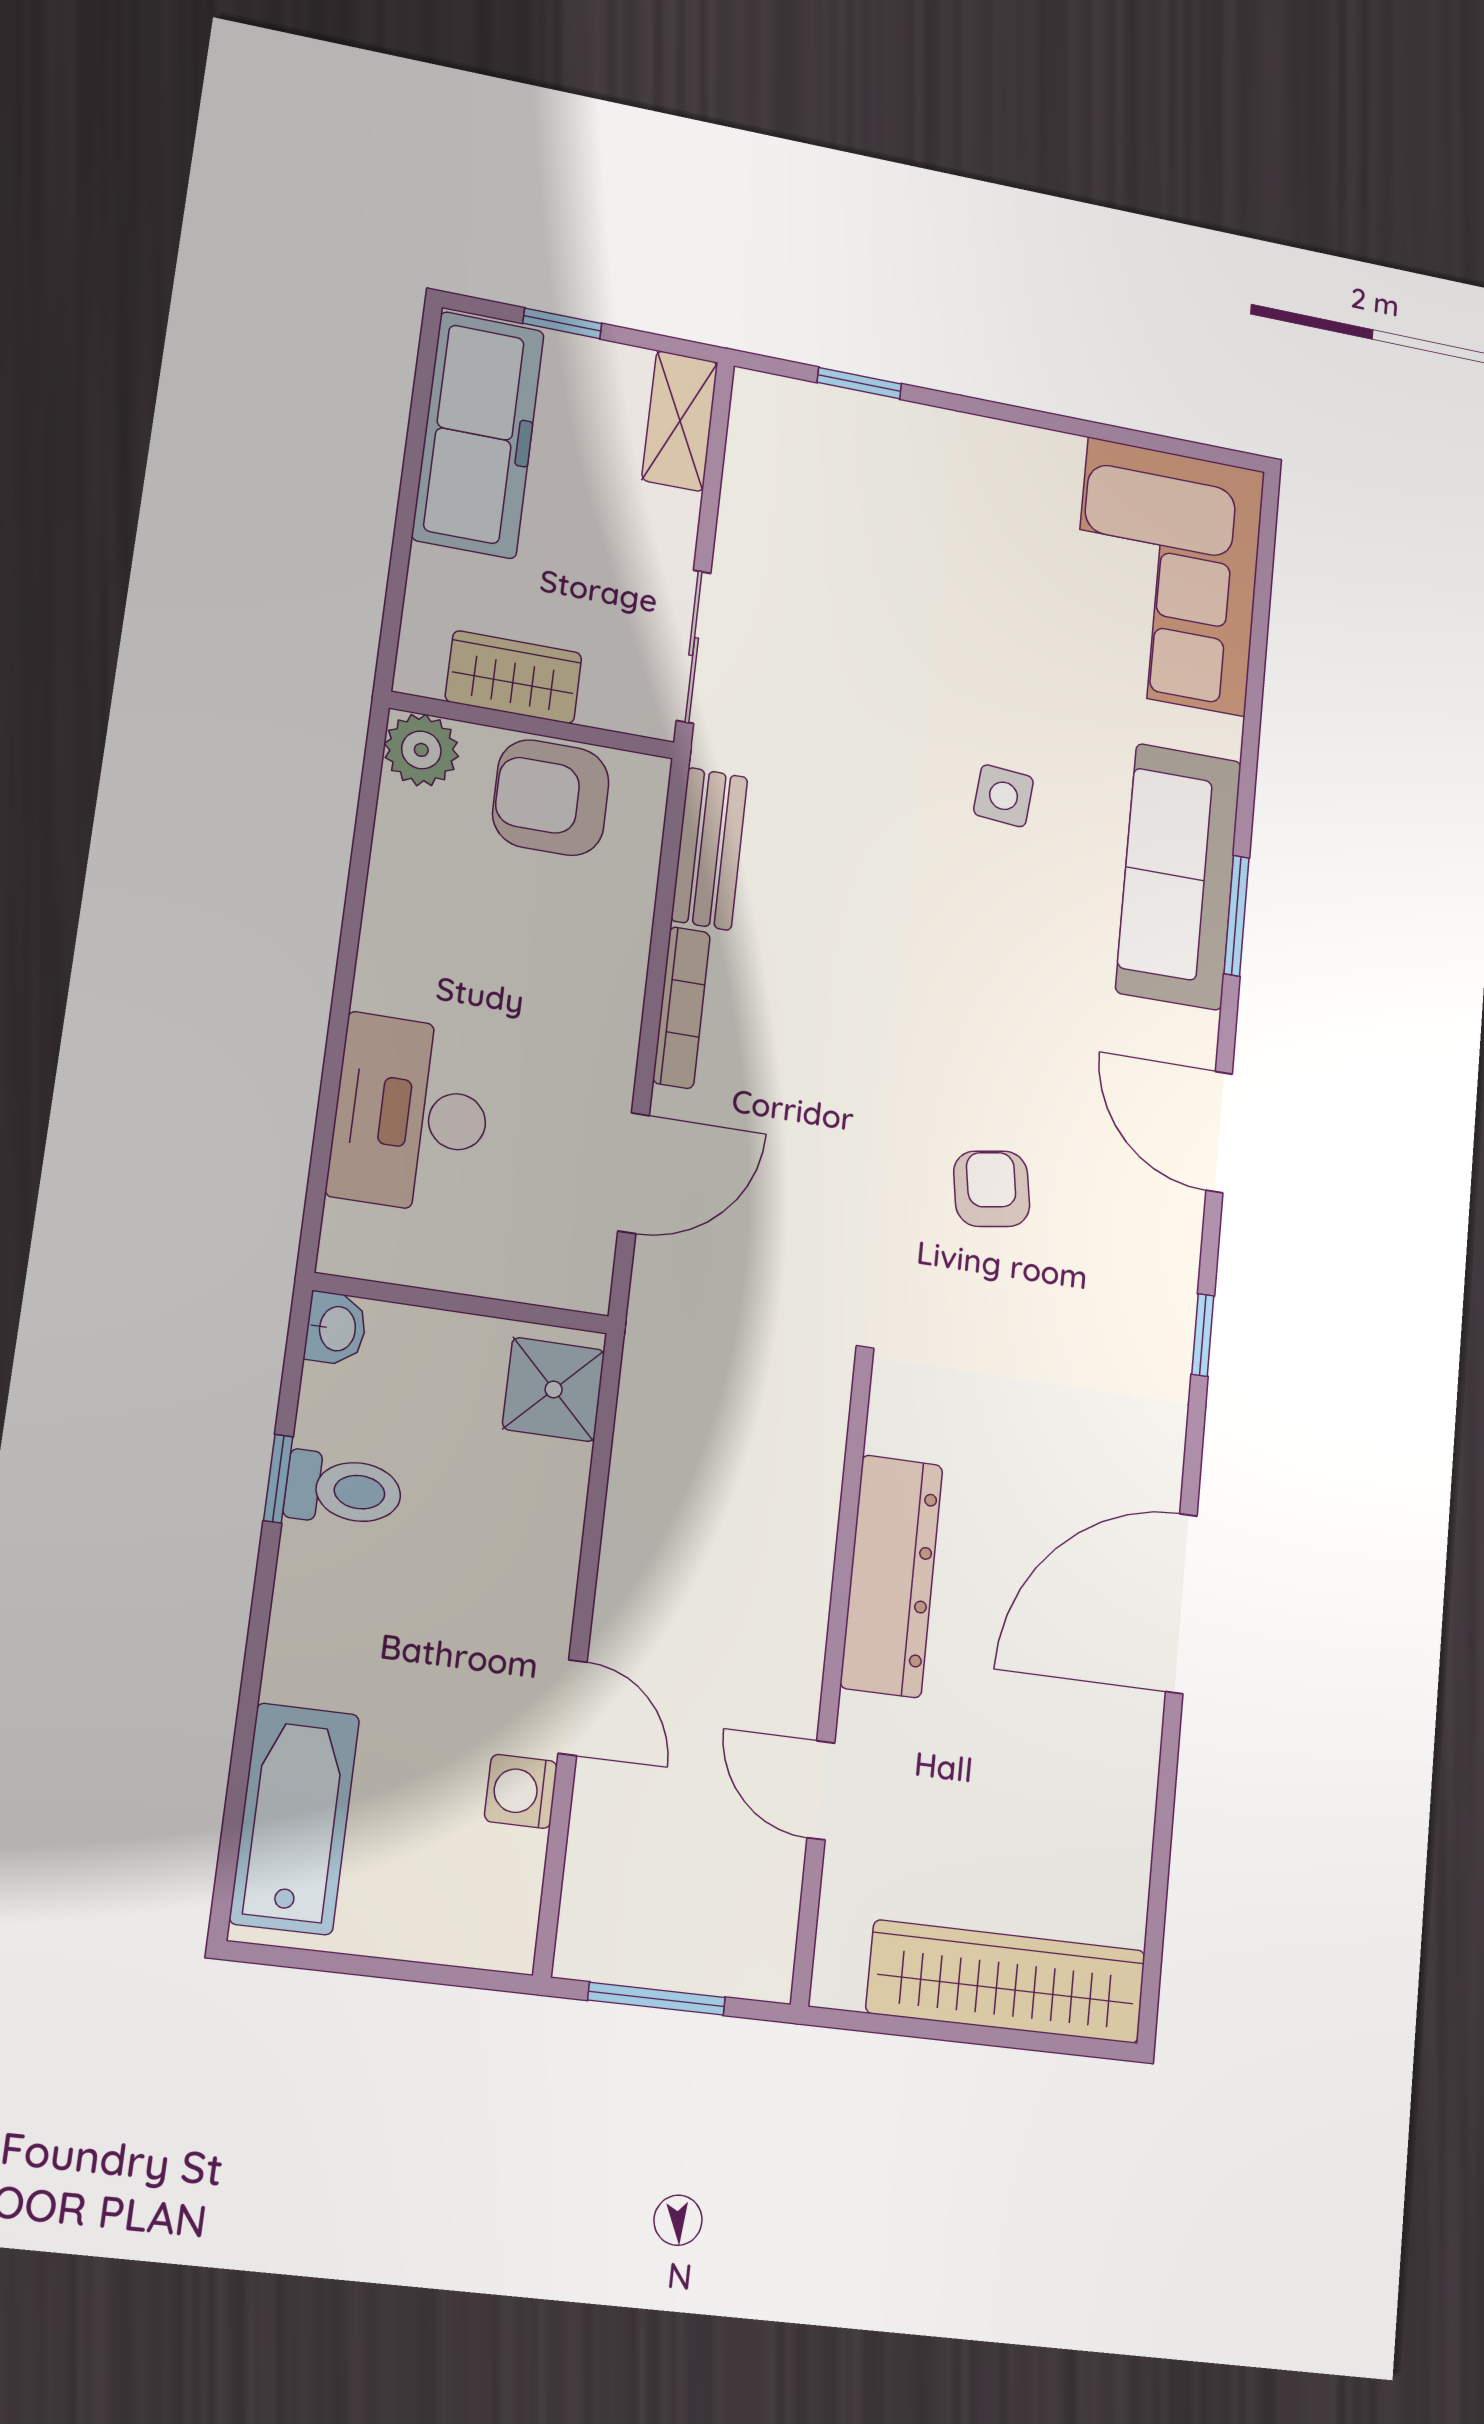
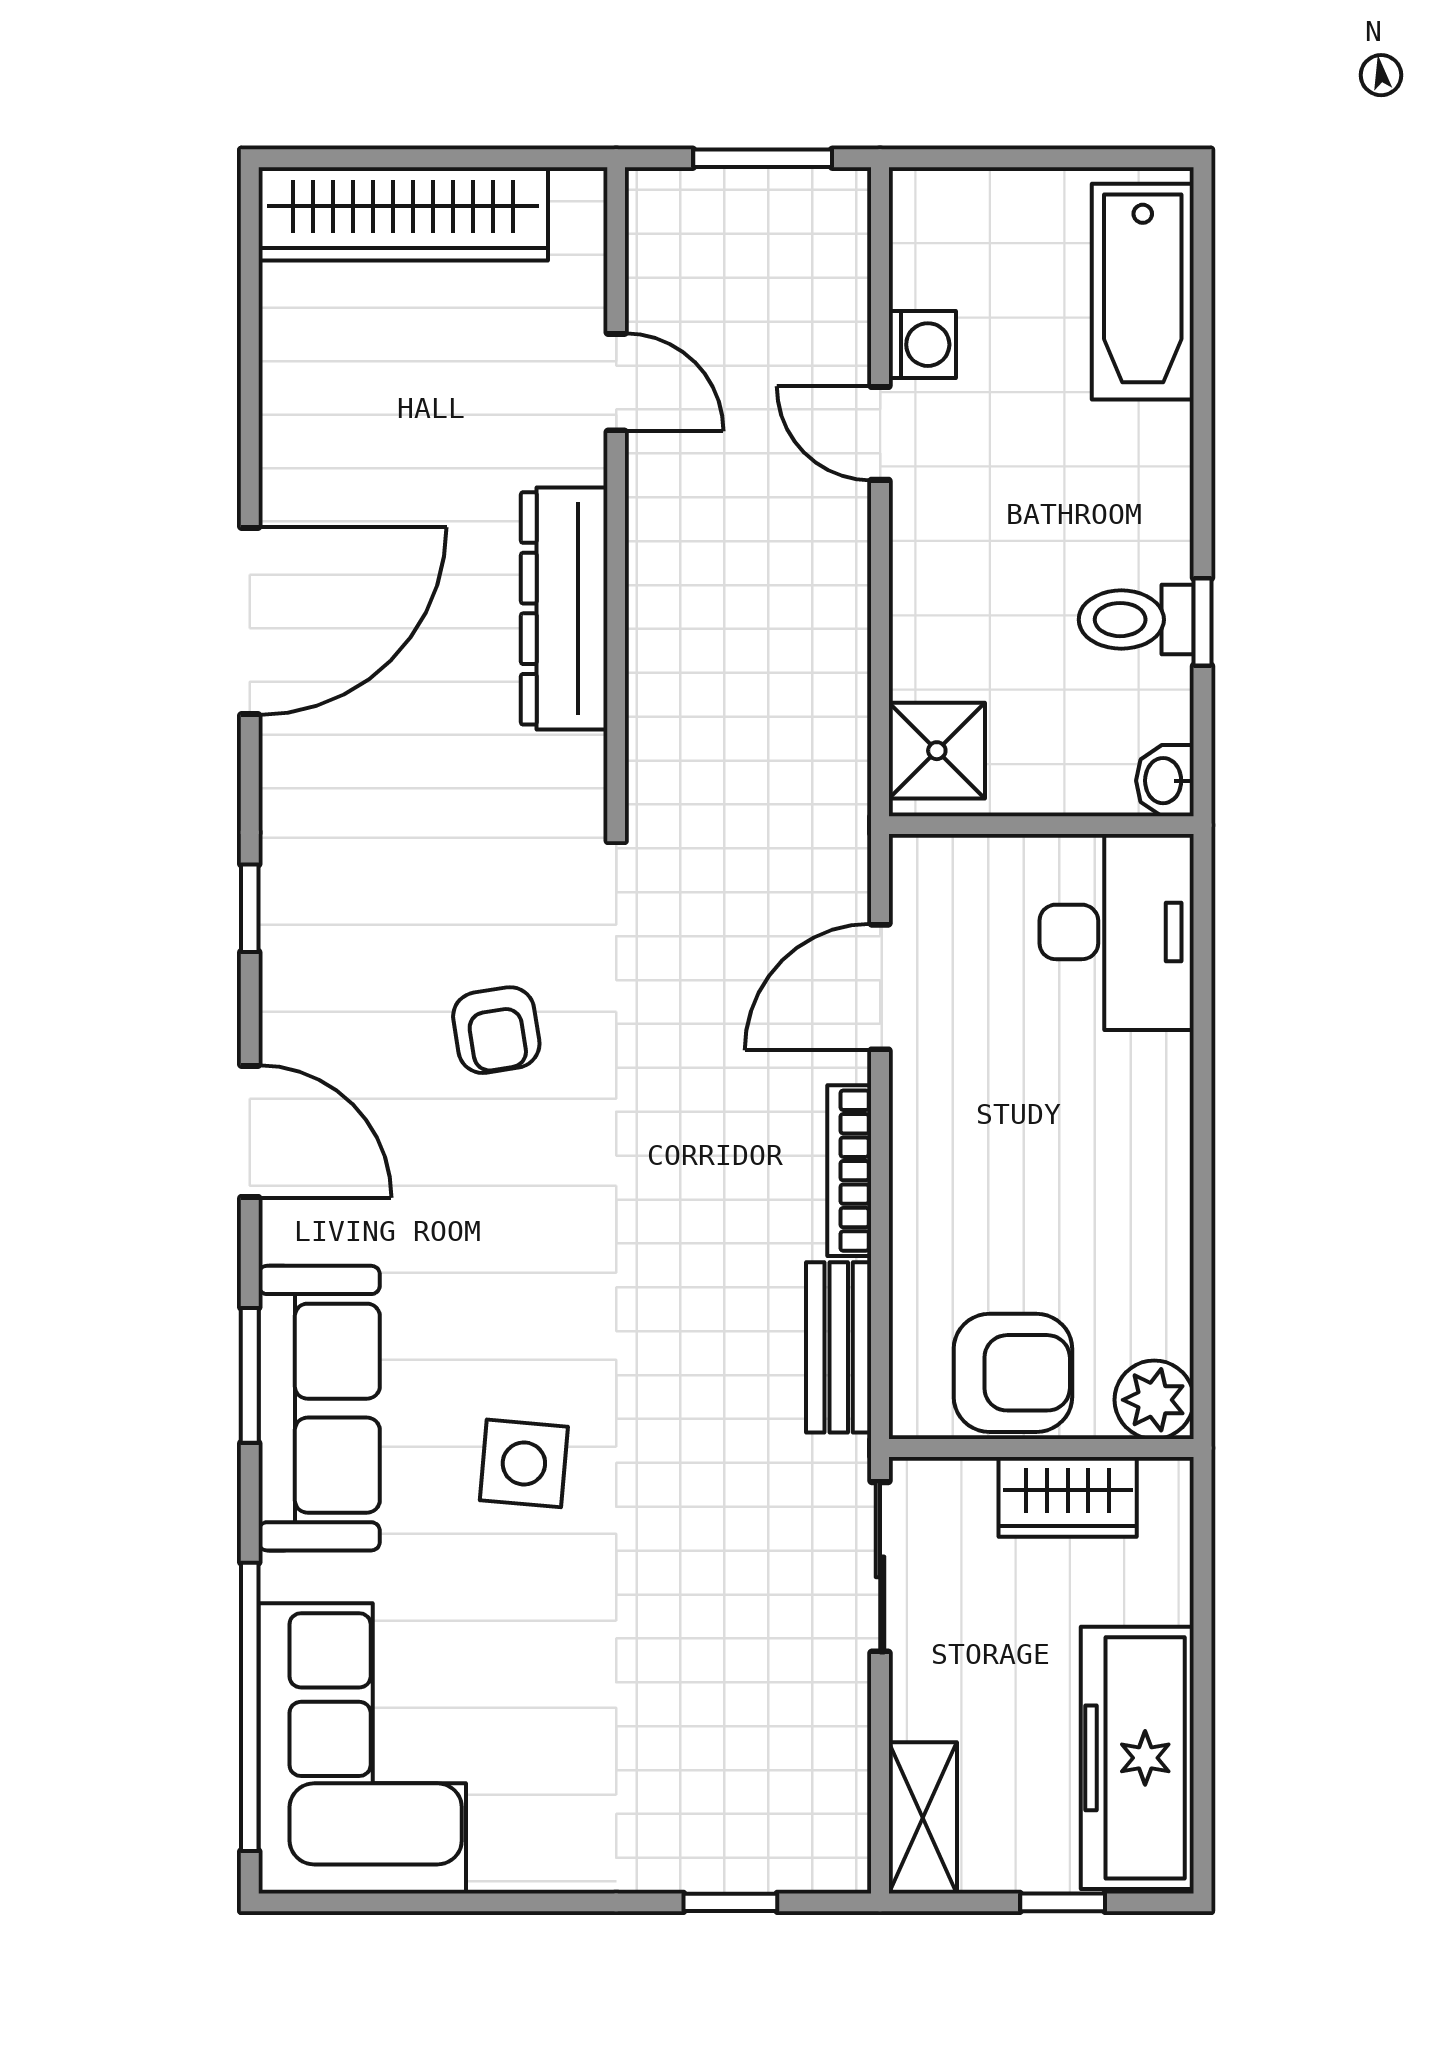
window: (1259, 630) -> (250, 1707), added
side table: (1003, 796) -> (524, 1463), width x1.37, depth x1.37
desk: (411, 1114) -> (1117, 932), moved

